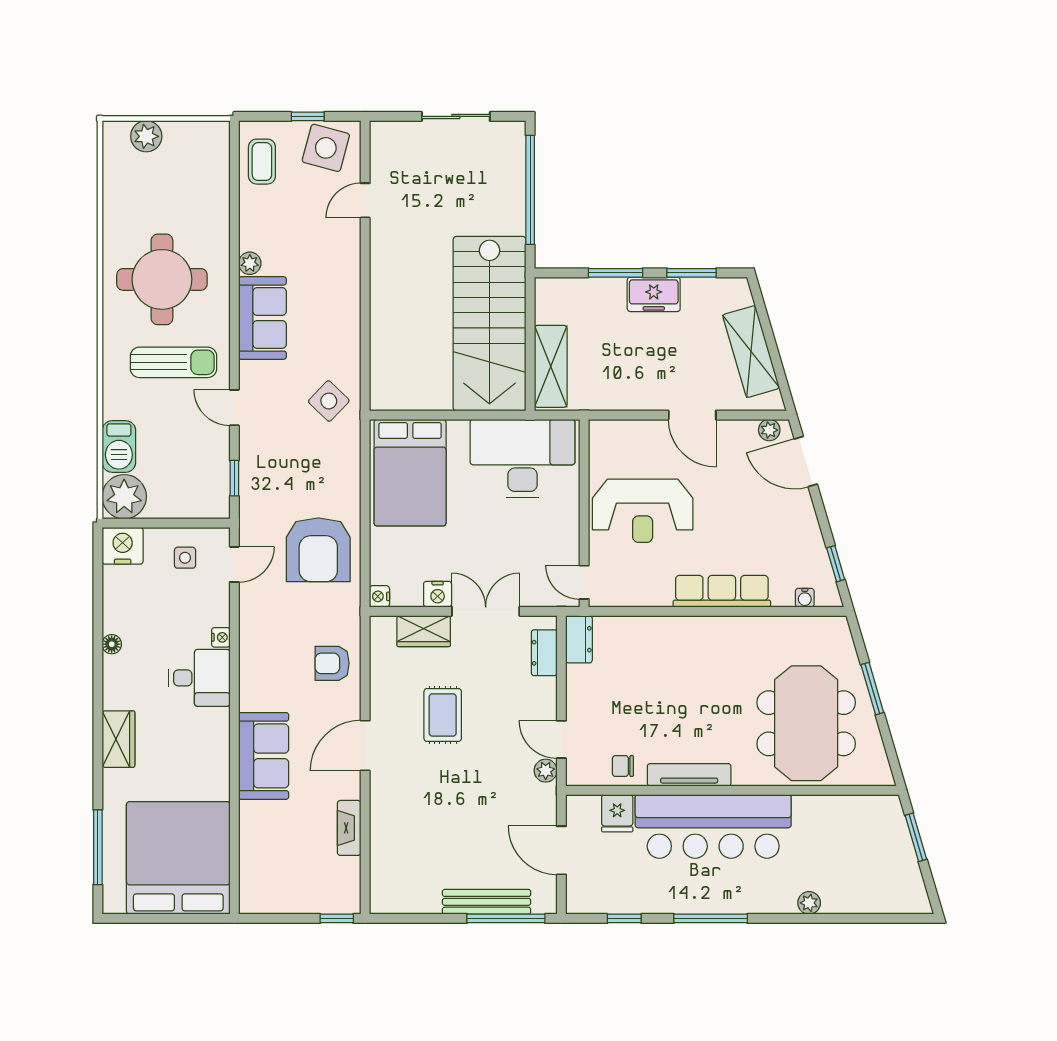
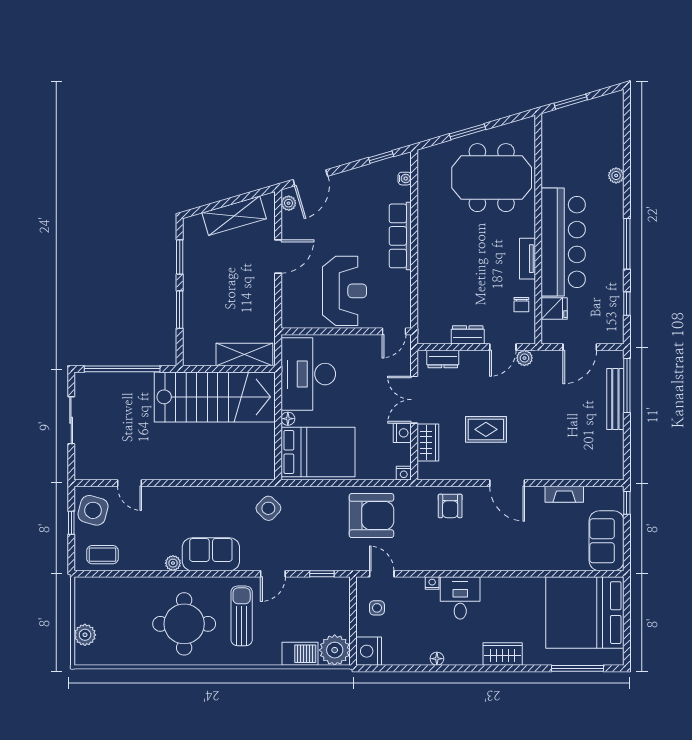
freezer: (654, 294) -> (194, 283), removed
floor lamp: (458, 429) -> (288, 419), added
dresser: (579, 639) -> (468, 335), moved
sofa: (264, 756) -> (607, 541), moved, turned -90
tv unit: (689, 775) -> (527, 259), width x0.71

